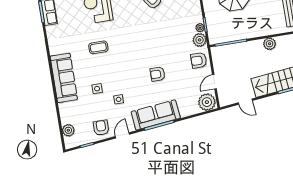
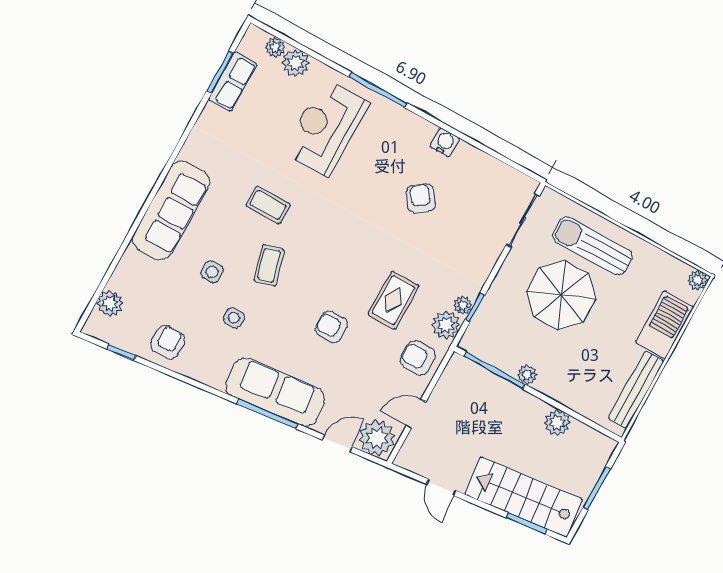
plant: (244, 35) -> (527, 375), added
rug: (173, 46) -> (393, 300), added
coffee table: (116, 69) -> (269, 265), added
door: (122, 135) -> (337, 444), moved

